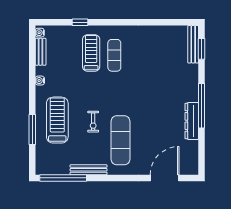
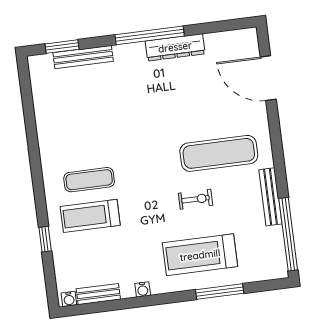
bench: (193, 44) -> (83, 57), moved

